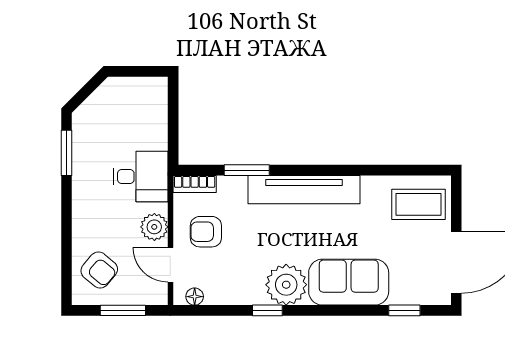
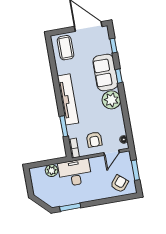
desk: (141, 176) -> (75, 173), width x1.37
plant: (154, 227) -> (52, 171), moved
window: (267, 310) -> (119, 76), moved

